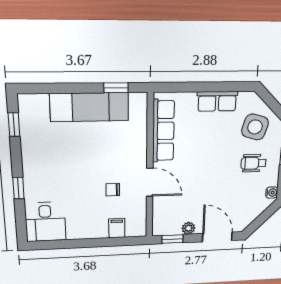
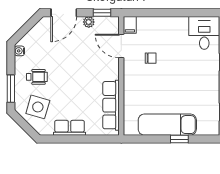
window: (116, 88) -> (179, 139), moved
door: (150, 182) -> (121, 46), moved
filing cabinet: (117, 228) -> (130, 25), moved
door: (217, 237) -> (64, 13), hinge flipped

